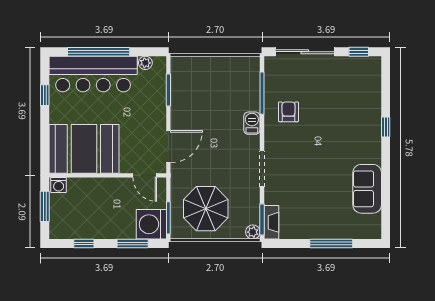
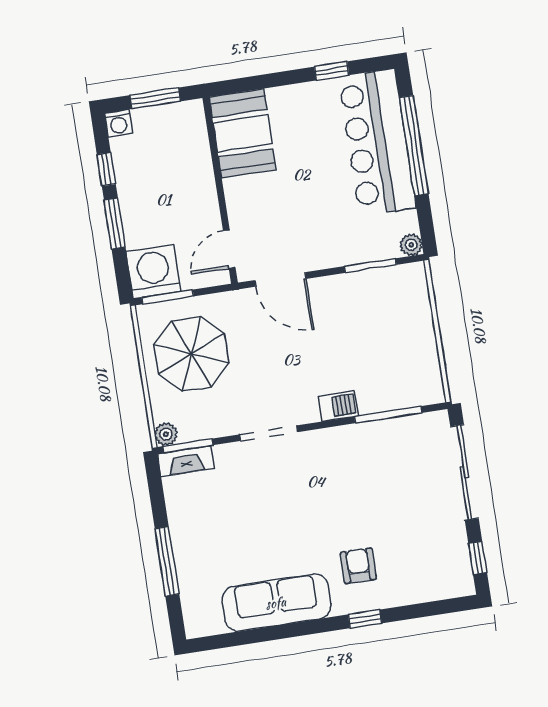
plant: (145, 63) -> (411, 245), moved
armchair: (289, 112) -> (358, 566), moved, turned -90
booth: (84, 149) -> (243, 133), width x0.73, depth x0.70
washing machine: (59, 185) -> (119, 123), moved, turned -90
sofa: (367, 189) -> (276, 603), width x1.36
window: (133, 243) -> (115, 224), moved

